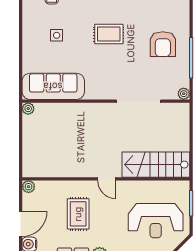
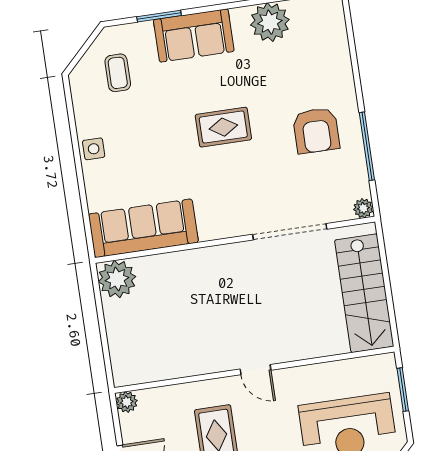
side table: (57, 35) -> (94, 149), moved
plant: (28, 109) -> (117, 279), width x1.87, depth x1.87
stairs: (156, 165) -> (364, 293), moved, turned -90

